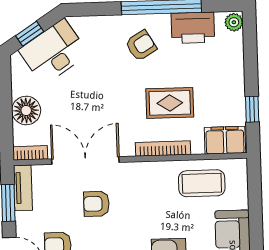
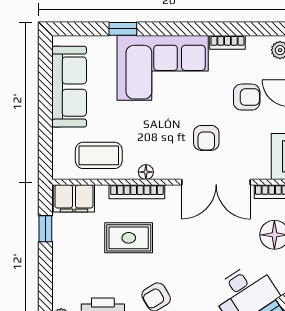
floor lamp: (155, 168) -> (146, 172), added
armchair: (96, 204) -> (206, 138), turned 90

